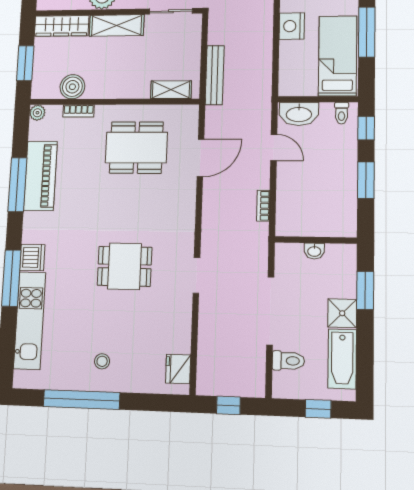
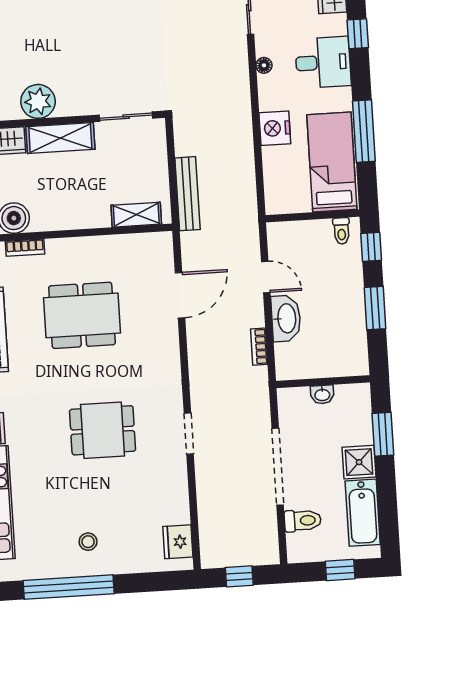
washbasin: (299, 114) -> (286, 318), moved, turned -90
dining table: (136, 148) -> (82, 315), moved

